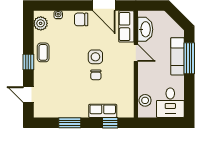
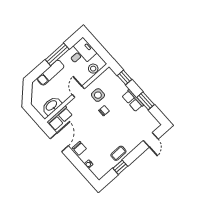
plant: (41, 23) -> (103, 170), removed
door: (136, 53) -> (78, 92), moved
side table: (95, 57) -> (98, 95), moved
window: (189, 58) -> (57, 54), moved
window: (28, 62) -> (120, 167), moved
row of seats: (103, 111) -> (133, 100), moved

